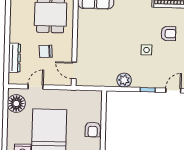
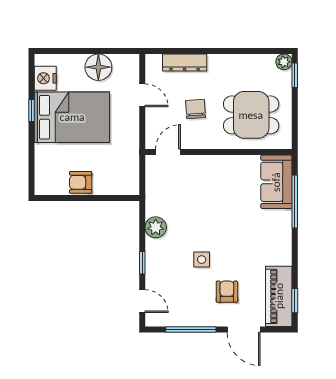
armchair: (168, 34) -> (227, 292), turned 180
floor lamp: (16, 104) -> (98, 67), moved

